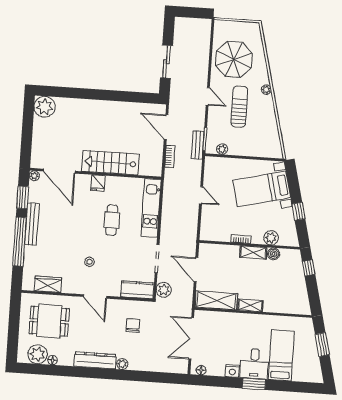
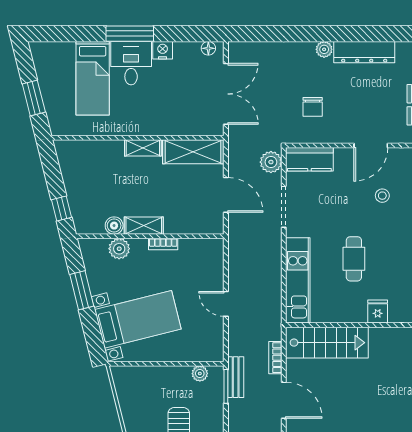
stairs: (110, 163) -> (327, 343), moved
window: (298, 211) -> (82, 290), width x1.50
door: (95, 296) -> (371, 146), swing flipped
window: (254, 384) -> (130, 34), width x1.44

